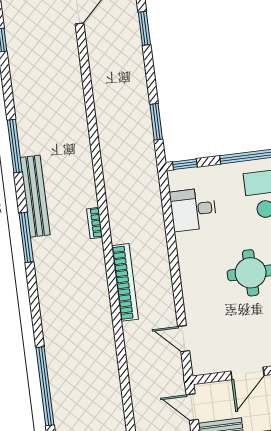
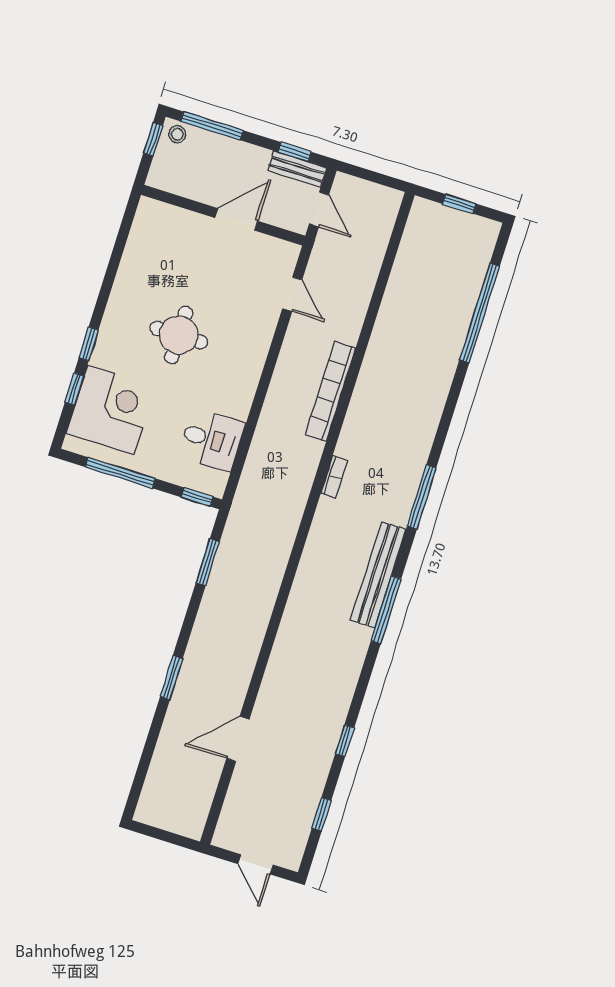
bench: (35, 196) -> (378, 575), moved

